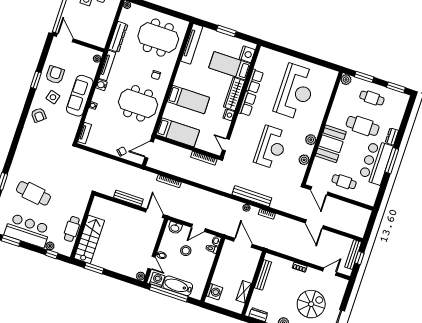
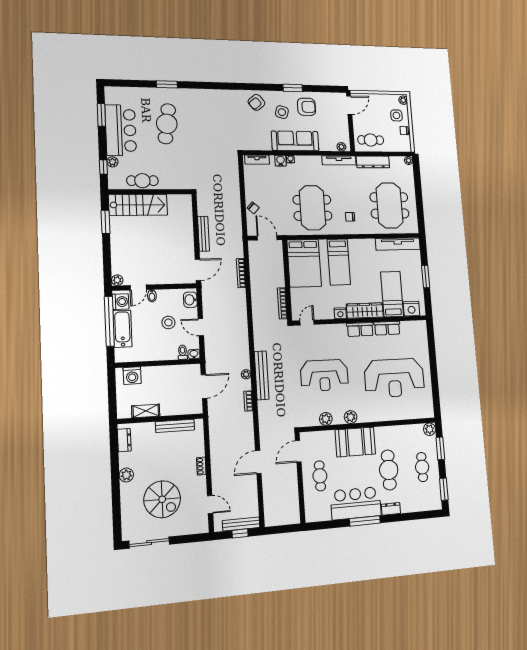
cafe table: (99, 31) -> (371, 140), added
water cooler: (101, 85) -> (280, 161), moved
bed: (178, 132) -> (304, 263), width x1.50

